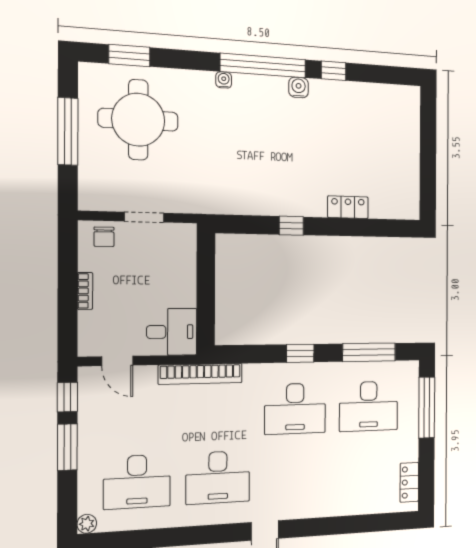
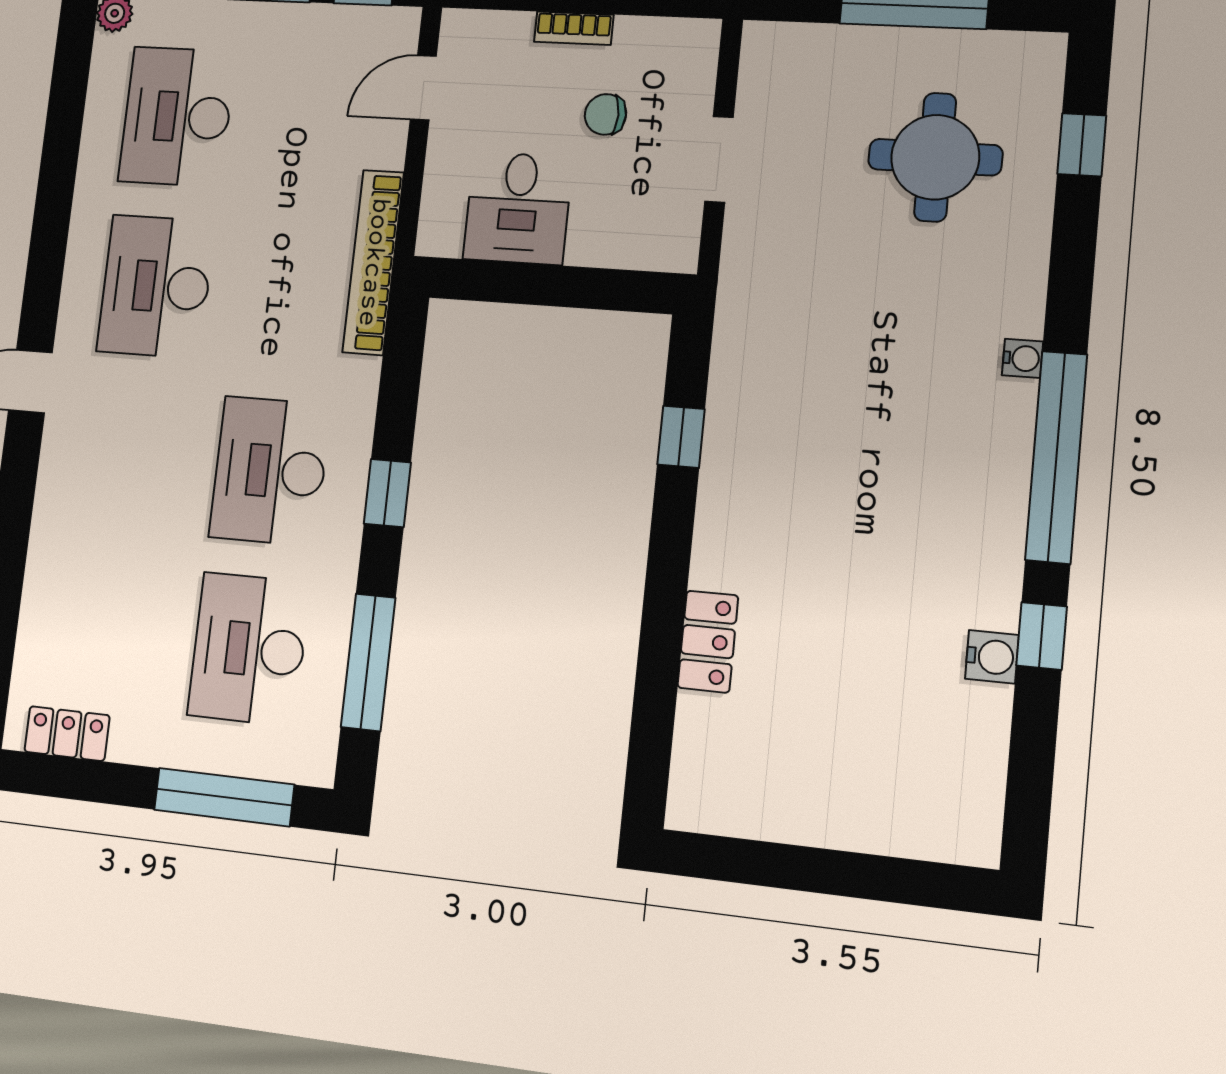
window: (129, 56) -> (1082, 145), width x0.67
water cooler: (299, 87) -> (992, 657), moved
round table: (138, 120) -> (935, 157), width x0.73, depth x0.73
window: (291, 226) -> (681, 437), moved
chair: (104, 237) -> (605, 114), moved
desk: (172, 332) -> (518, 208), moved

